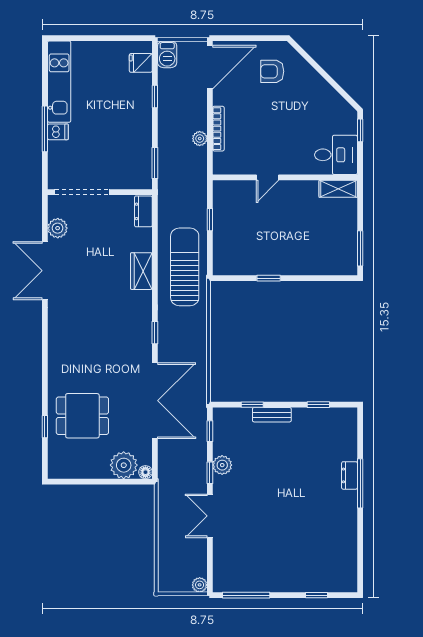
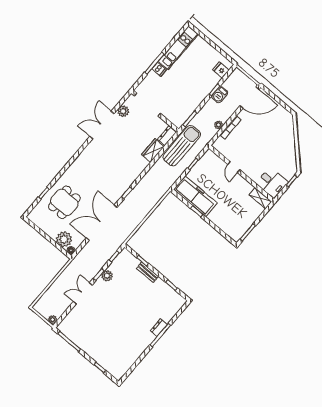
barbecue: (167, 54) -> (220, 95), moved
armchair: (272, 71) -> (275, 122), removed
door: (267, 177) -> (234, 167), hinge flipped
freezer: (250, 260) -> (195, 196), added
sun lounger: (185, 267) -> (182, 146), moved
wardrobe: (141, 271) -> (153, 151), moved
double door: (155, 401) -> (102, 223), swing flipped
dining table: (82, 416) -> (64, 202), turned 90

